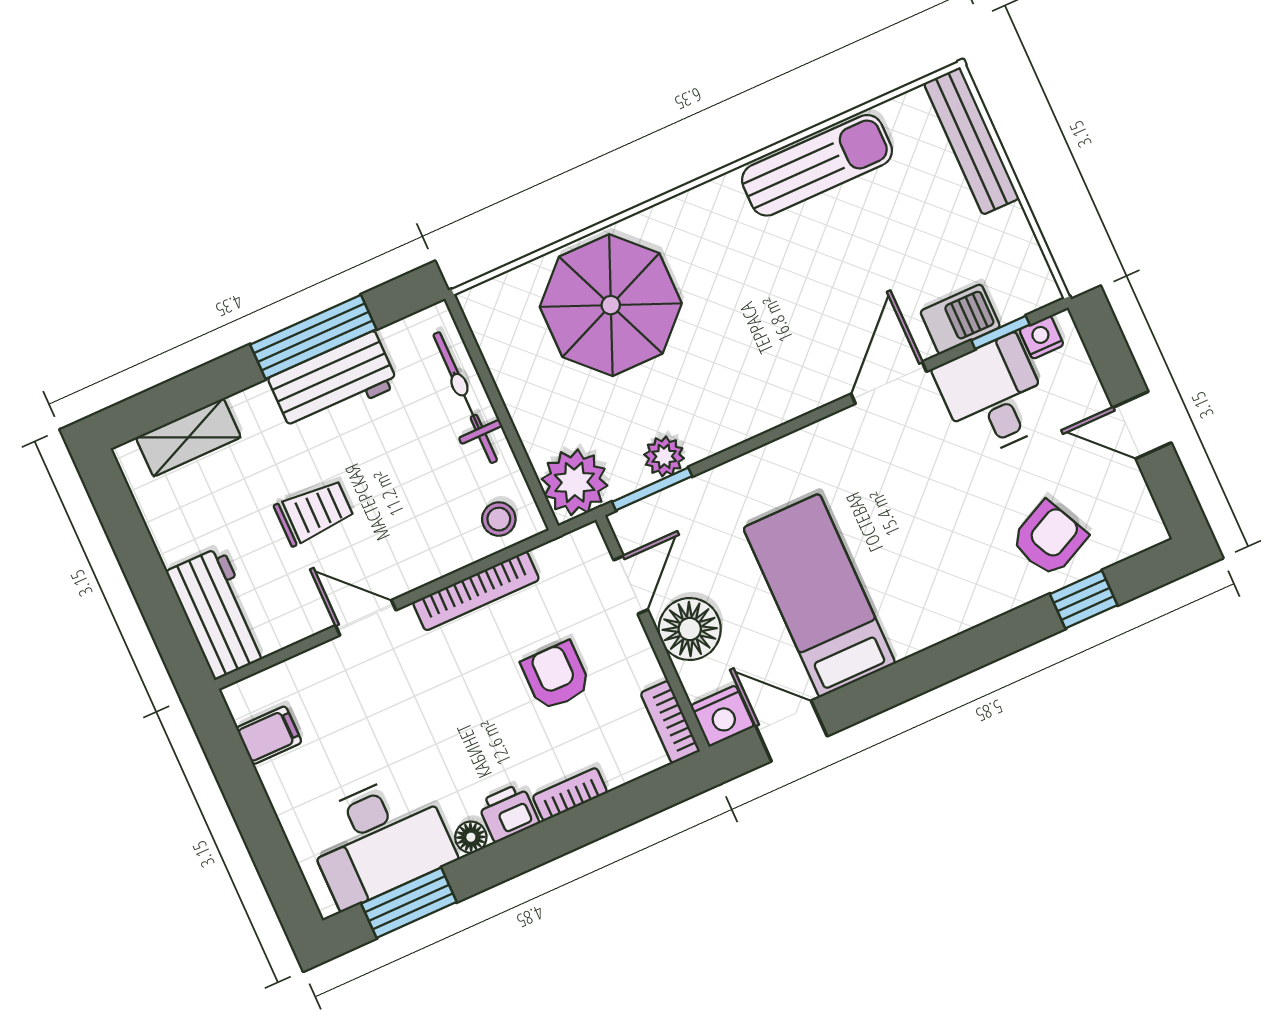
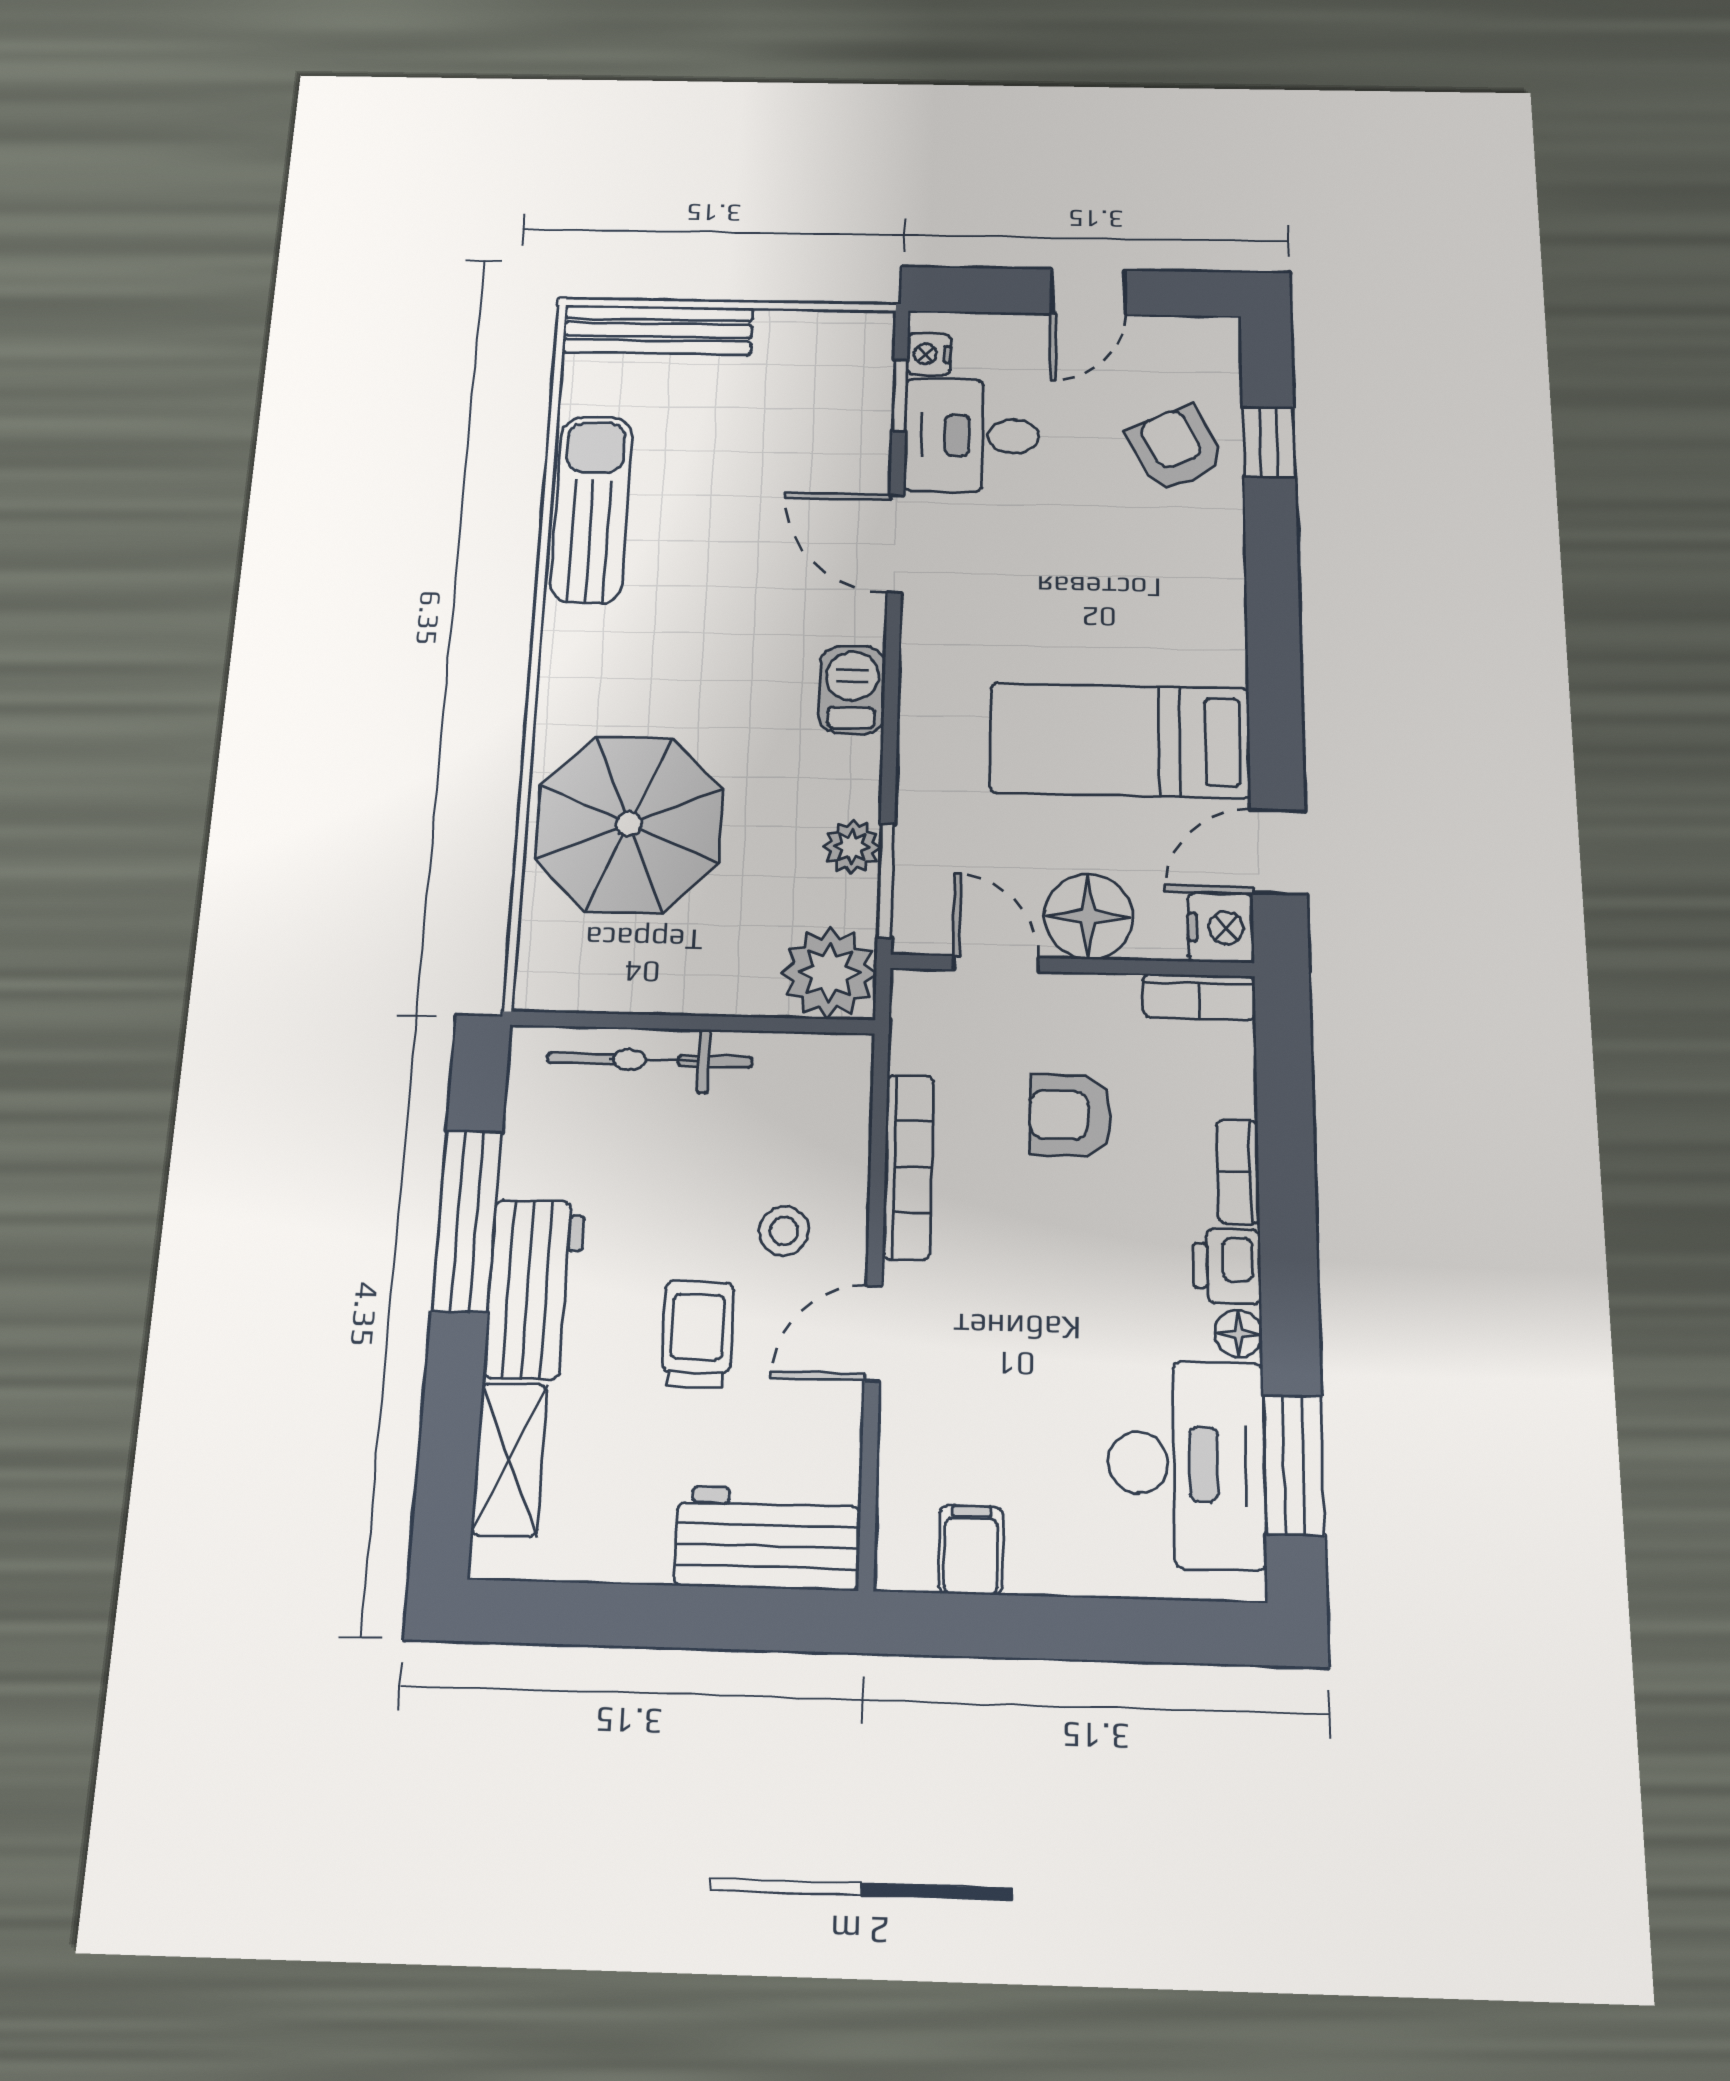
barbecue: (960, 319) -> (852, 690), moved
workbench: (333, 382) -> (535, 1289), moved
stool: (499, 519) -> (784, 1231), moved

